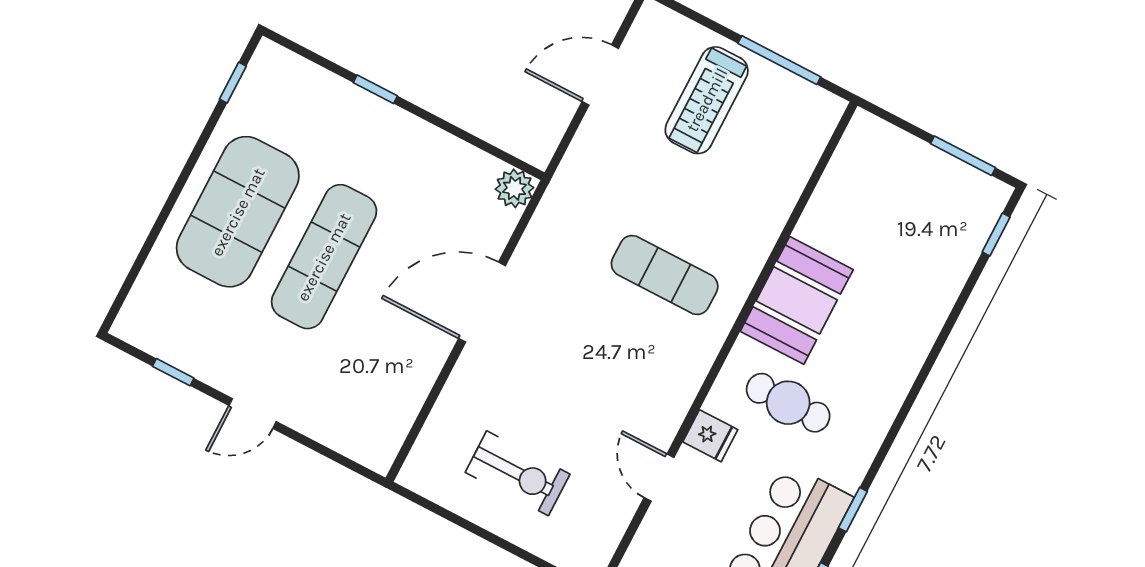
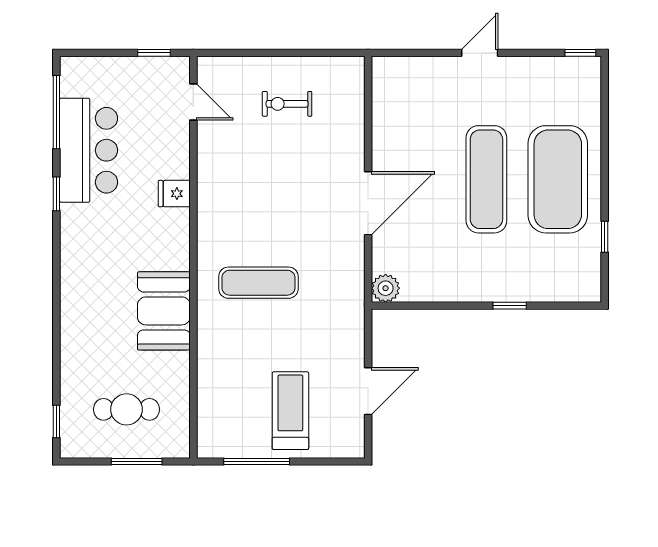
window: (233, 83) -> (605, 237), moved
window: (963, 156) -> (137, 461), moved
window: (173, 372) -> (580, 53), moved
cafe table: (788, 403) -> (126, 409), moved
exercise bike: (518, 473) -> (287, 104), width x0.73, depth x0.72
door: (659, 478) -> (193, 102), moved

